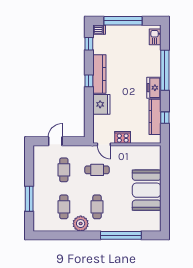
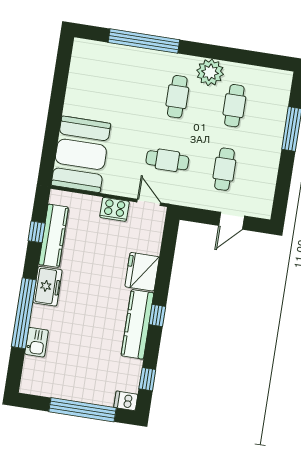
kitchen sink: (155, 37) -> (37, 342), moved
booth: (147, 190) -> (81, 154), moved

